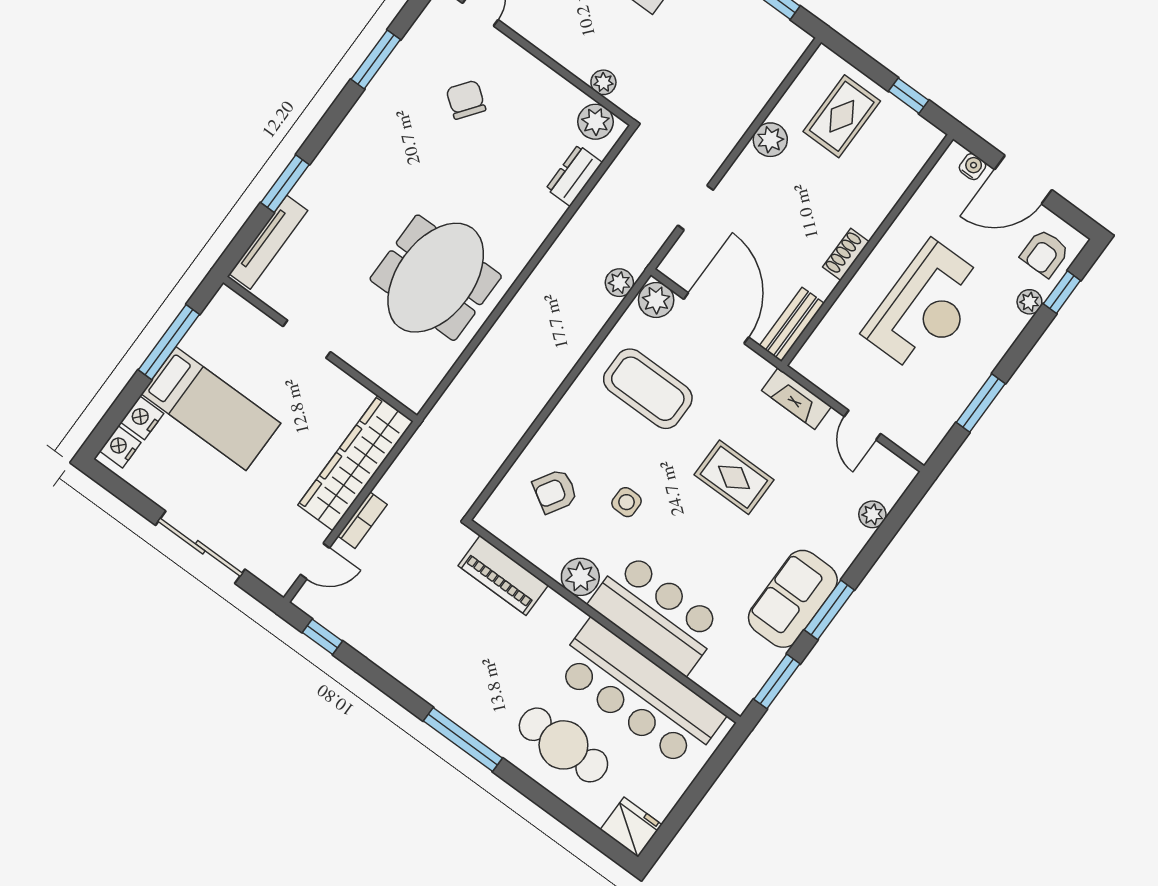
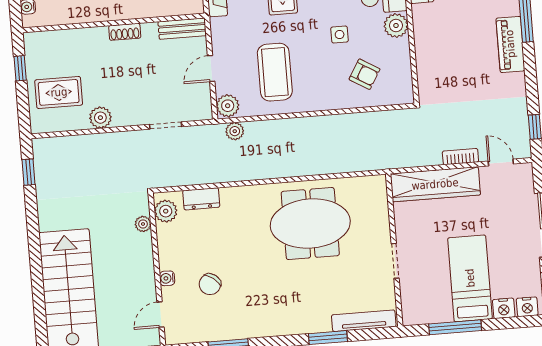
water cooler: (516, 56) -> (167, 278), added
door: (716, 318) -> (211, 68), width x0.53
piano: (503, 575) -> (510, 44), moved, turned 180

